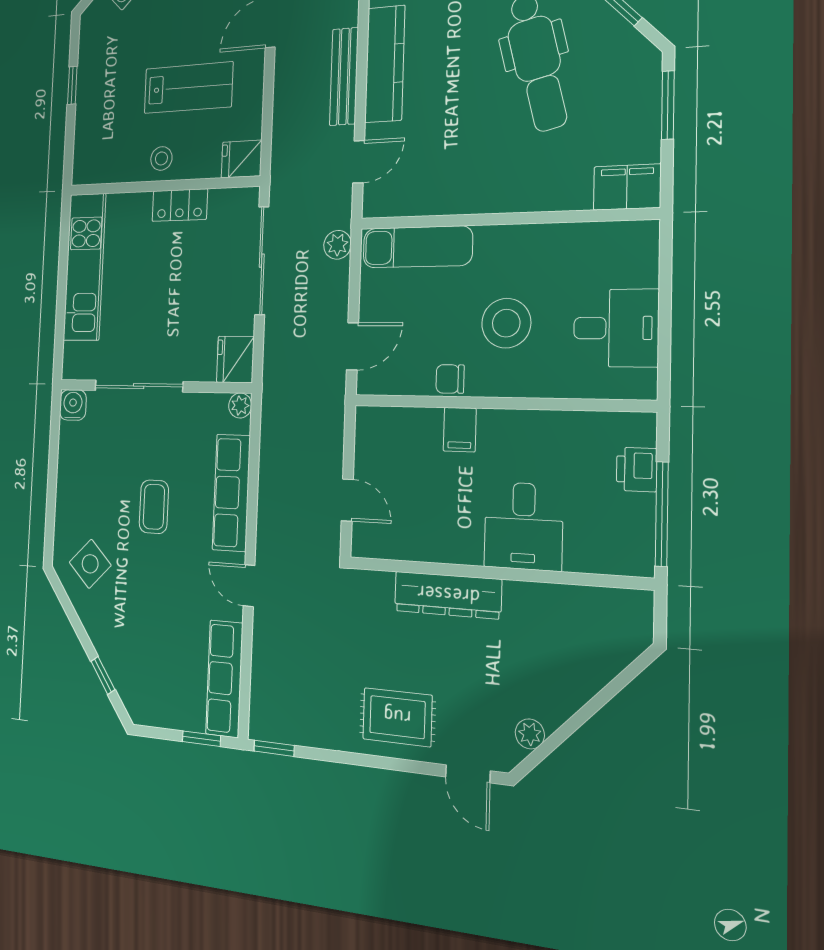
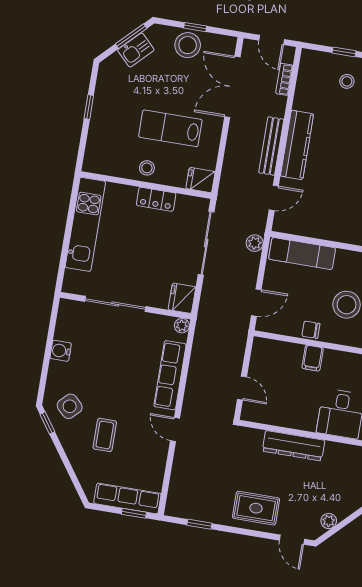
lab bench: (188, 88) -> (170, 128), turned 180
water cooler: (73, 405) -> (61, 351), moved, turned -90
coffee table: (154, 507) -> (105, 435), moved
window: (103, 675) -> (47, 423), moved
row of seats: (224, 679) -> (127, 498), moved, turned 90
window: (274, 748) -> (199, 524), moved

